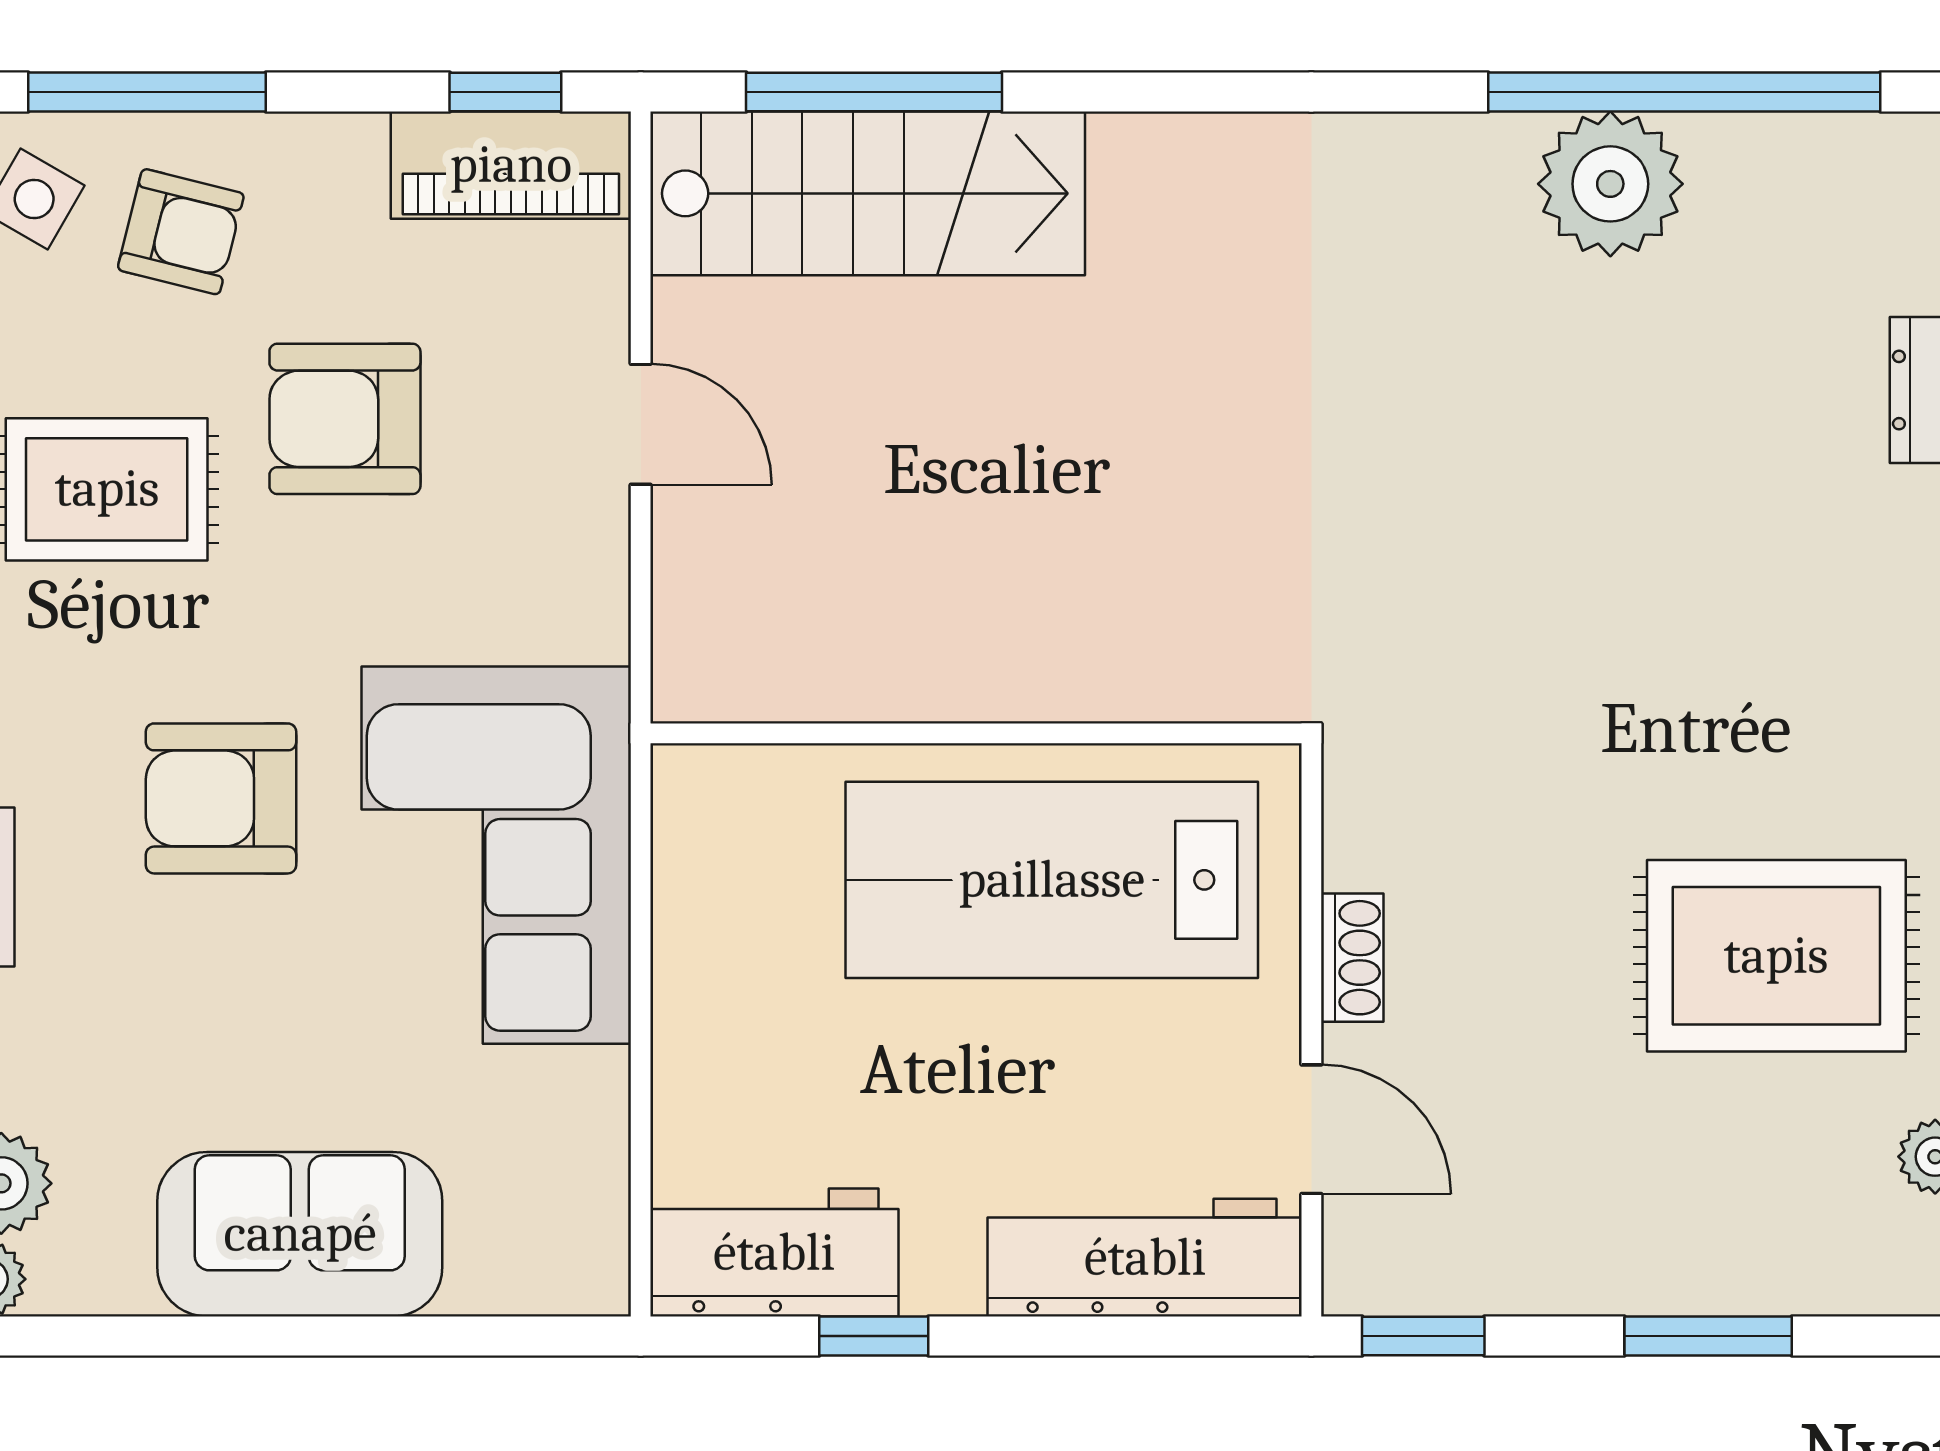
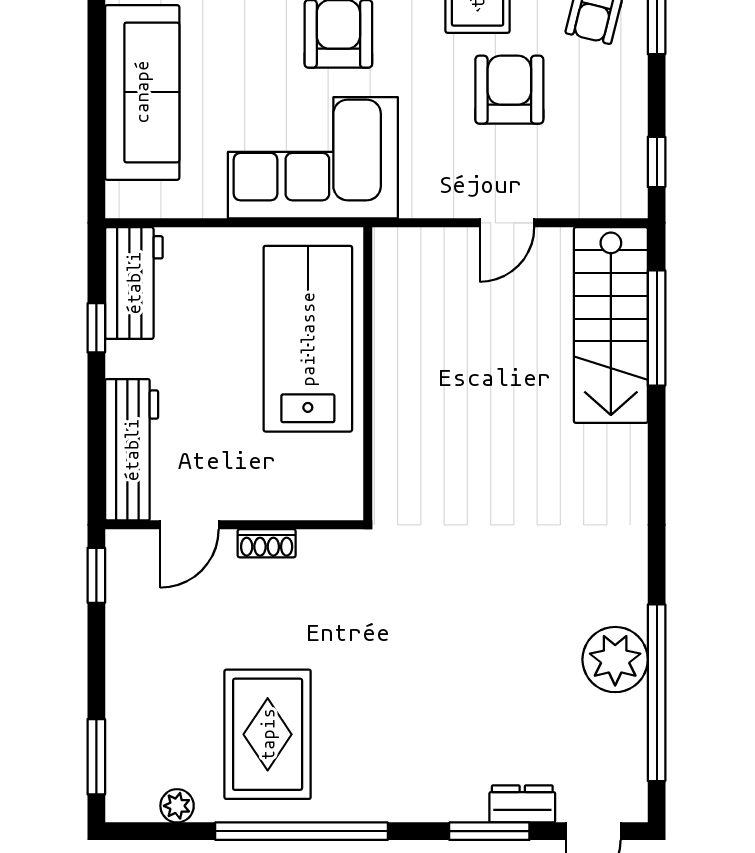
piano: (511, 165) -> (624, 164), removed
lab bench: (1052, 880) -> (308, 339), moved
sofa: (300, 1234) -> (142, 92), width x1.36
window: (1708, 1336) -> (96, 757), moved

